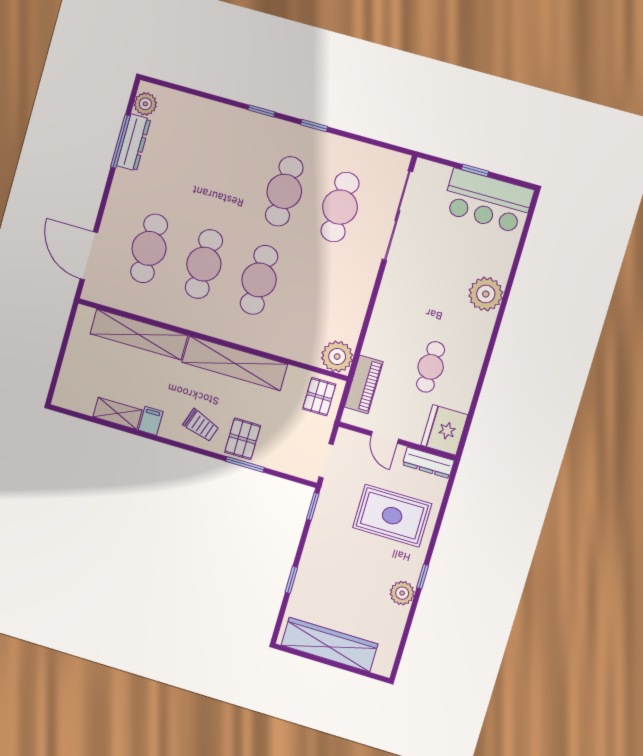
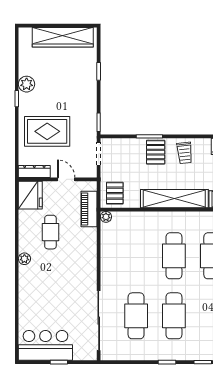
plant: (486, 294) -> (24, 259), moved, width x0.53, depth x0.53
plant: (337, 357) -> (106, 217), width x0.53, depth x0.53
trolley: (201, 425) -> (185, 153), turned -115

